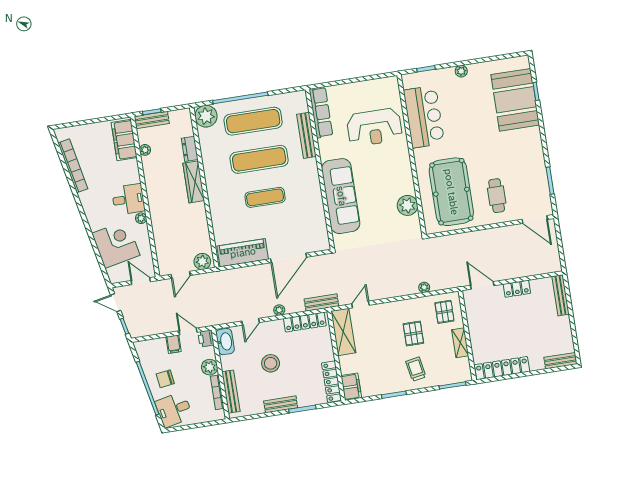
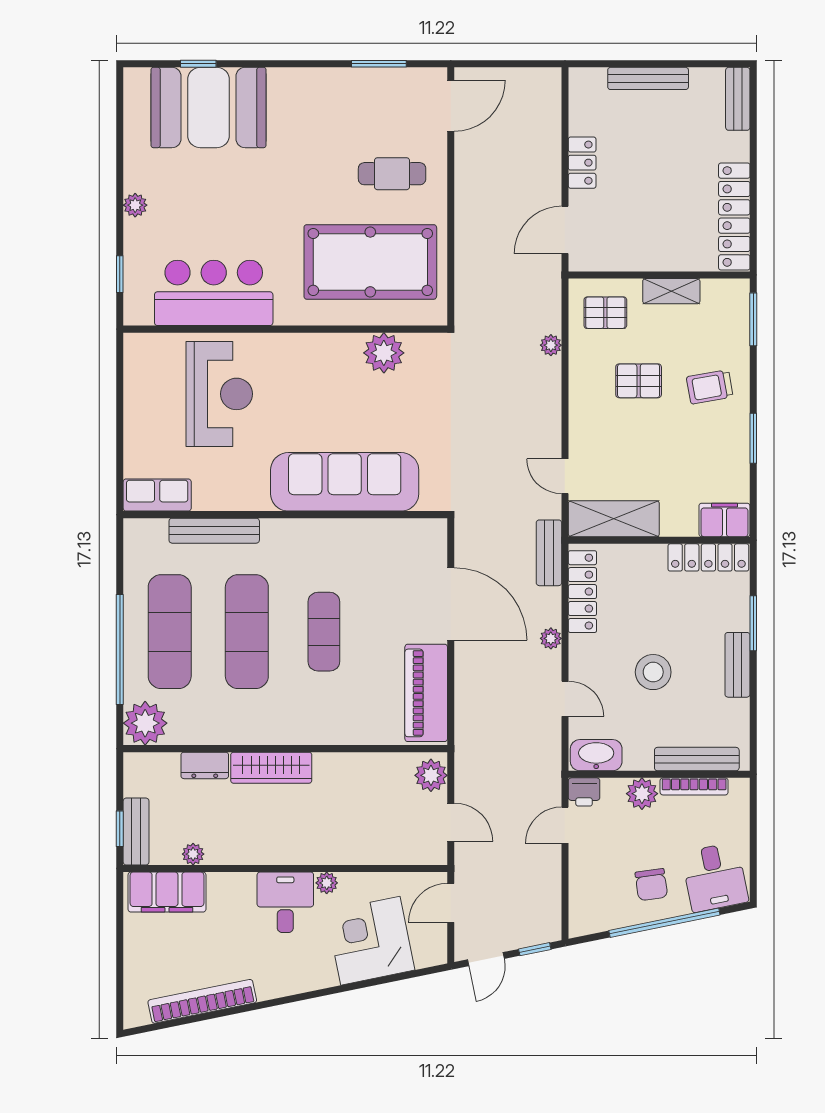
row of seats: (321, 112) -> (157, 495), width x0.68
bench: (560, 295) -> (648, 78), moved
filing cabinet: (174, 344) -> (586, 858), removed

